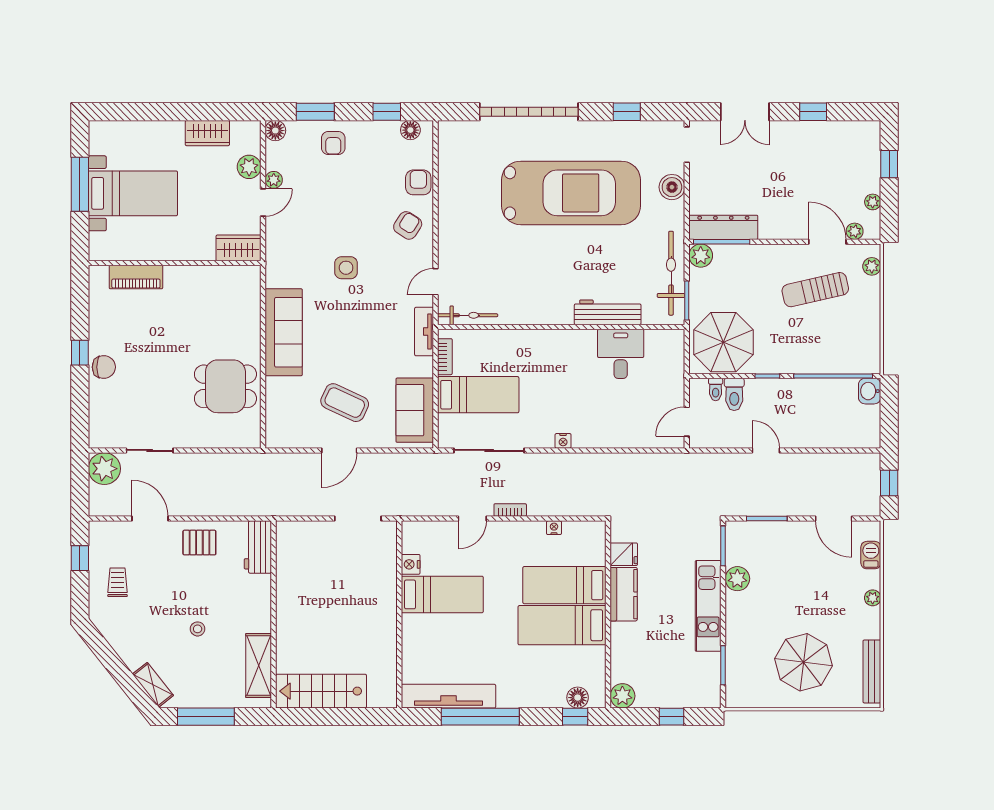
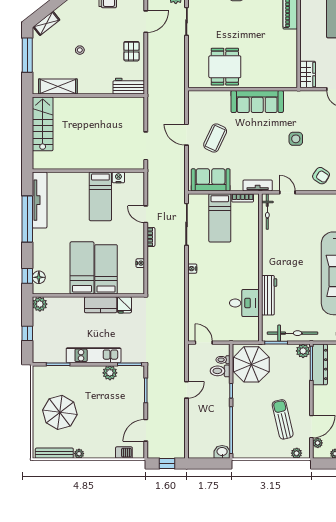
plant: (873, 598) -> (79, 454), moved

